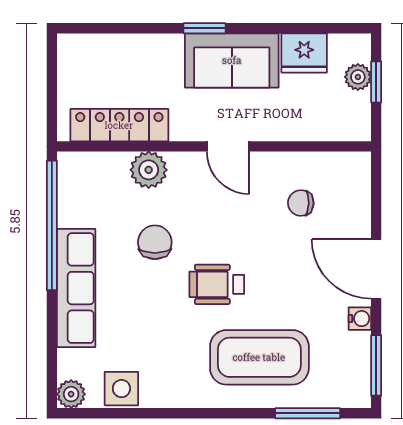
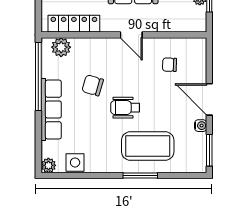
plant: (149, 170) -> (61, 47), moved
chair: (155, 242) -> (93, 85), turned -74
window: (308, 413) -> (140, 176), moved

